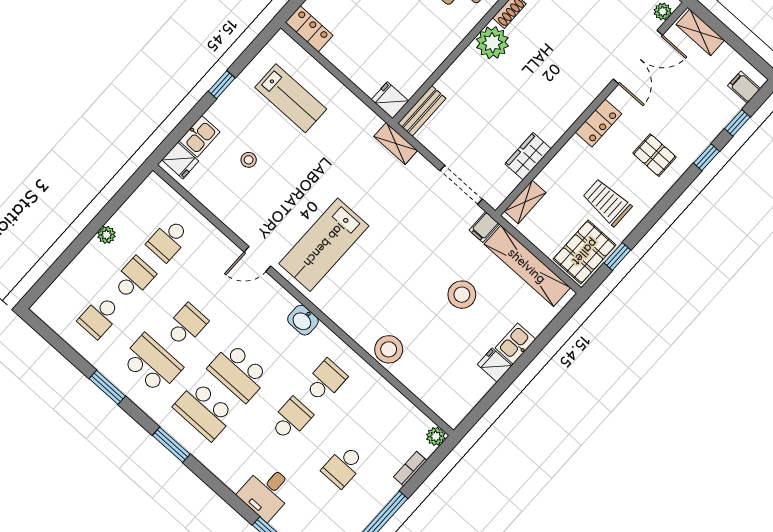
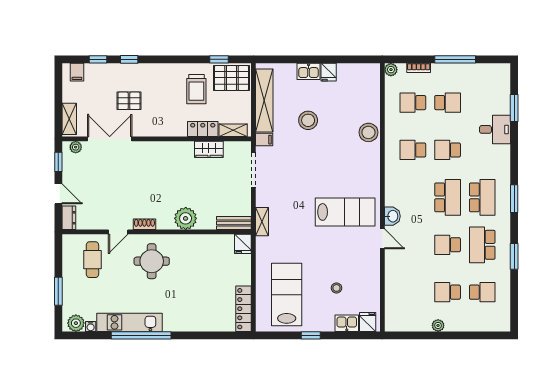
locker: (309, 29) -> (244, 309), width x1.53
plant: (492, 43) -> (186, 218), moved
lab bench: (291, 98) -> (287, 295), width x1.36, depth x1.39
locker: (598, 123) -> (203, 129), moved
pallet: (655, 155) -> (129, 101), moved, turned 90
school desk: (168, 240) -> (413, 103), moved, turned 180
washbasin: (303, 320) -> (392, 216), moved

